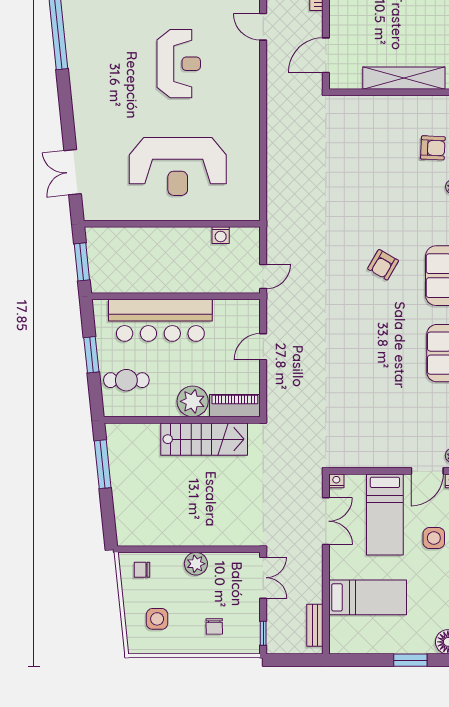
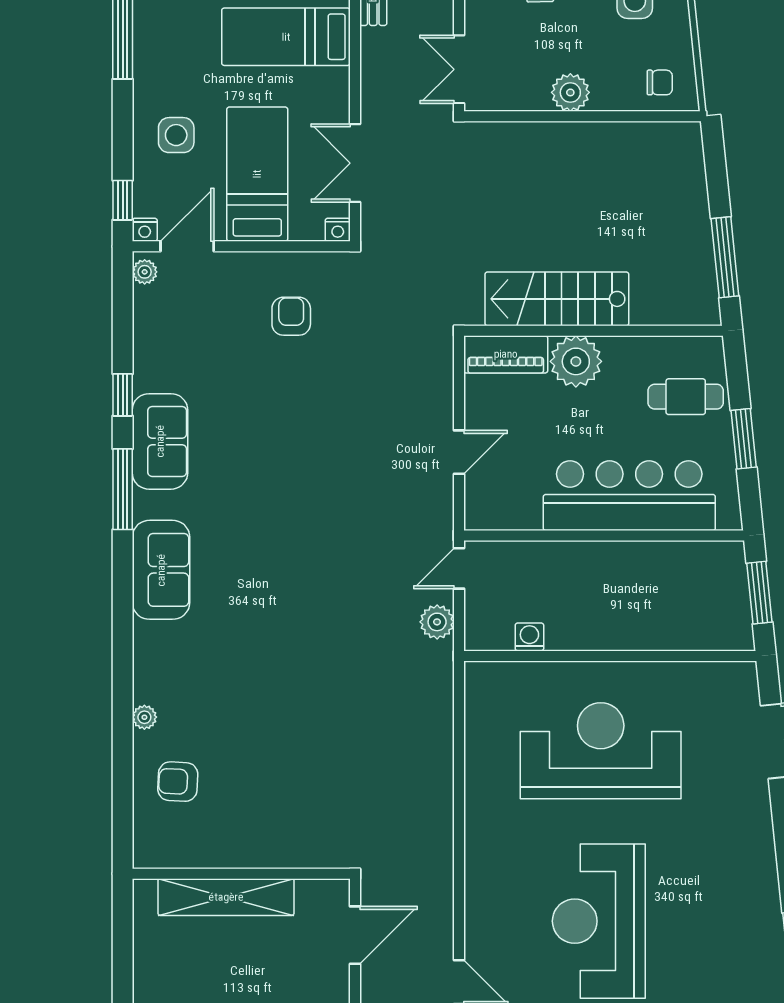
reception desk: (179, 64) -> (599, 921), width x1.36, depth x1.30
plant: (276, 244) -> (437, 622), added
armchair: (383, 265) -> (291, 316), moved, turned -30

